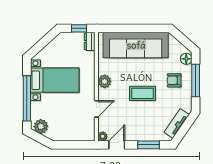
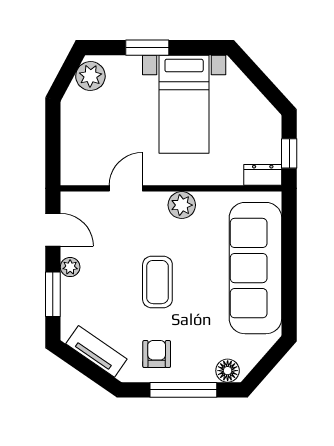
armchair: (174, 80) -> (157, 354), moved
window: (27, 98) -> (147, 48), width x0.47
door: (96, 109) -> (126, 188), swing flipped
plant: (103, 136) -> (70, 267), moved

